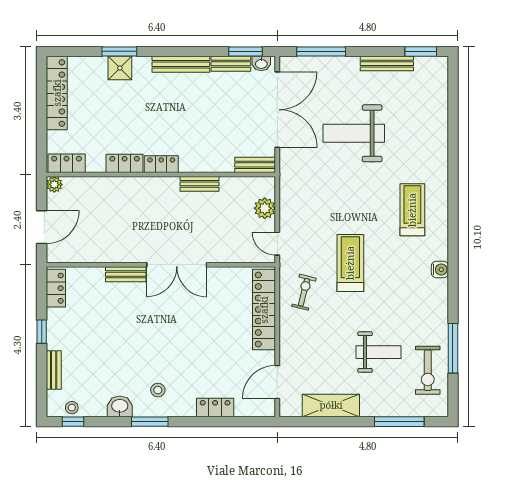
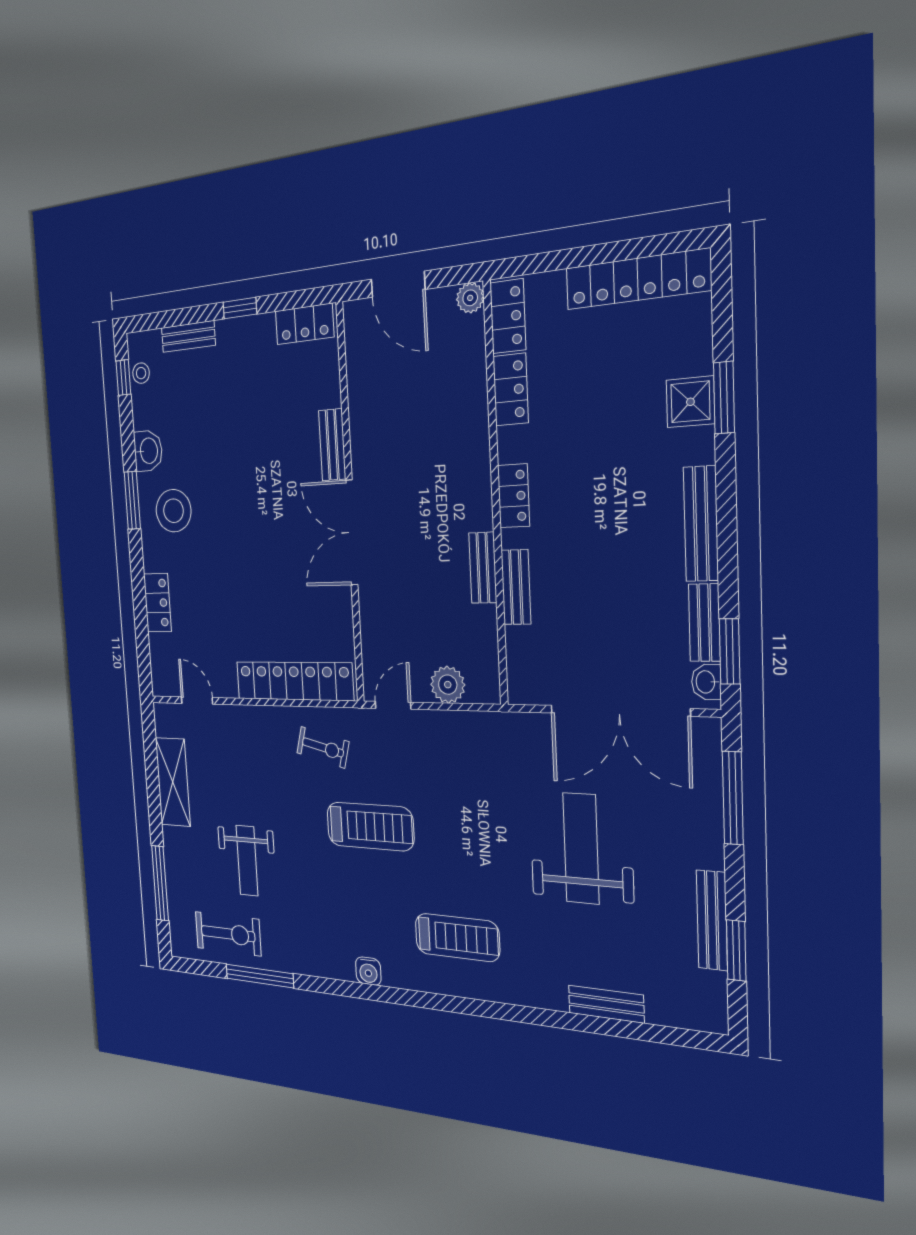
window: (421, 51) -> (736, 950), moved
bench: (440, 122) -> (606, 1004), added
locker: (125, 163) -> (511, 390), moved
bench: (255, 165) -> (516, 587), moved
exercise bike: (428, 370) -> (228, 934), turned 180
door: (277, 382) -> (197, 701), width x0.73
stool: (158, 390) -> (174, 511), width x1.89, depth x1.89

